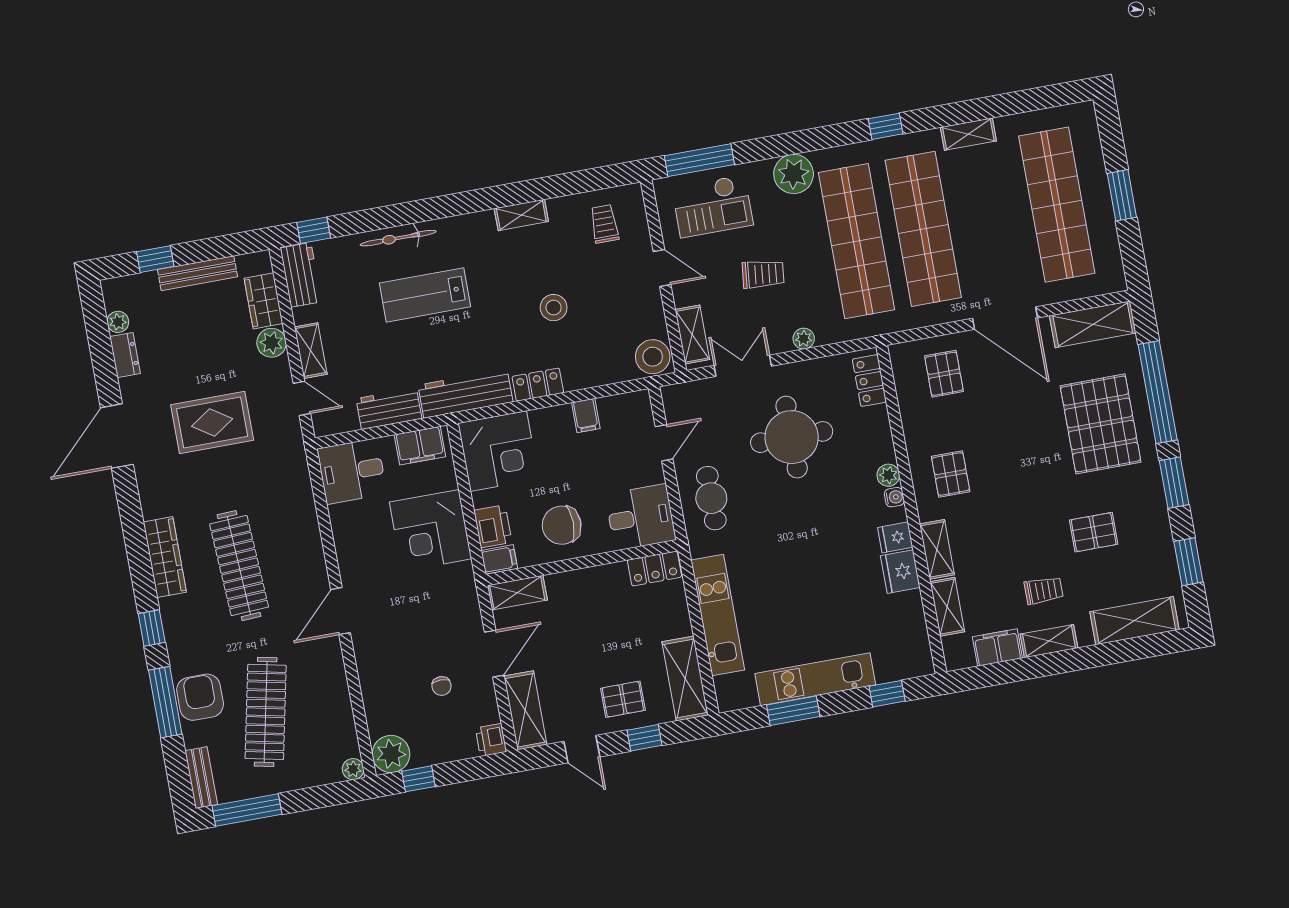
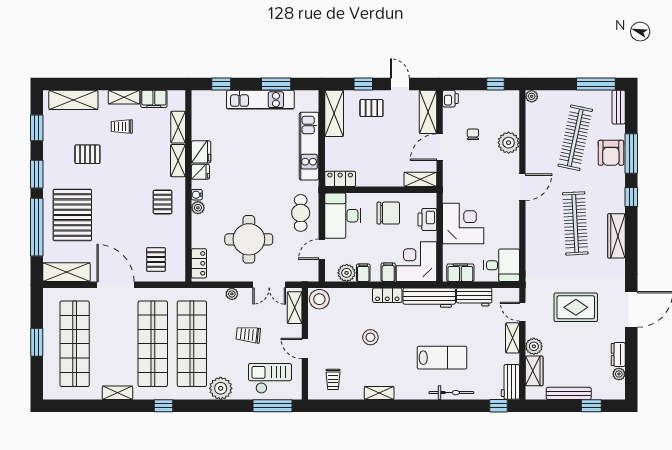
plant: (614, 410) -> (347, 273), added
desk: (641, 517) -> (343, 216), width x1.37
filing cabinet: (499, 559) -> (388, 272), moved, turned 90
plant: (391, 754) -> (509, 143), moved

